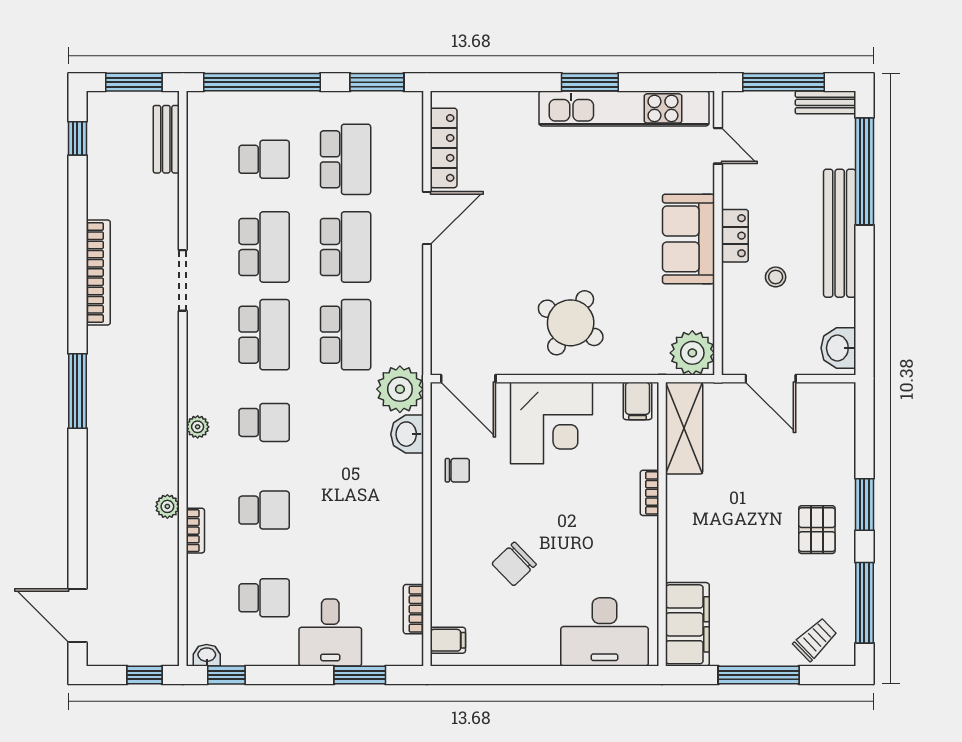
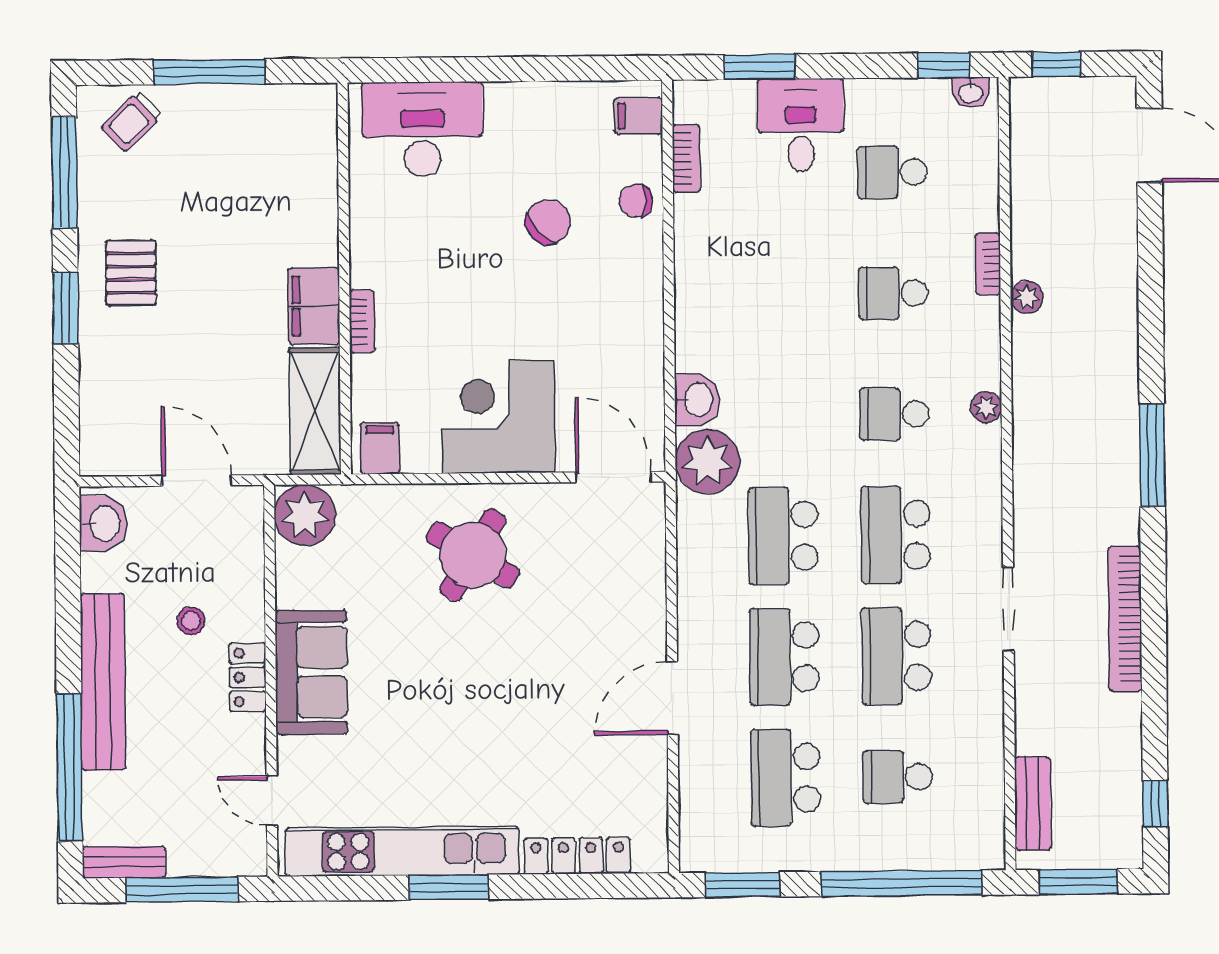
locker: (444, 148) -> (577, 856), moved, turned 90
chair: (457, 470) -> (636, 201), moved
filing cabinet: (687, 624) -> (314, 306), moved, width x0.67, depth x0.86

